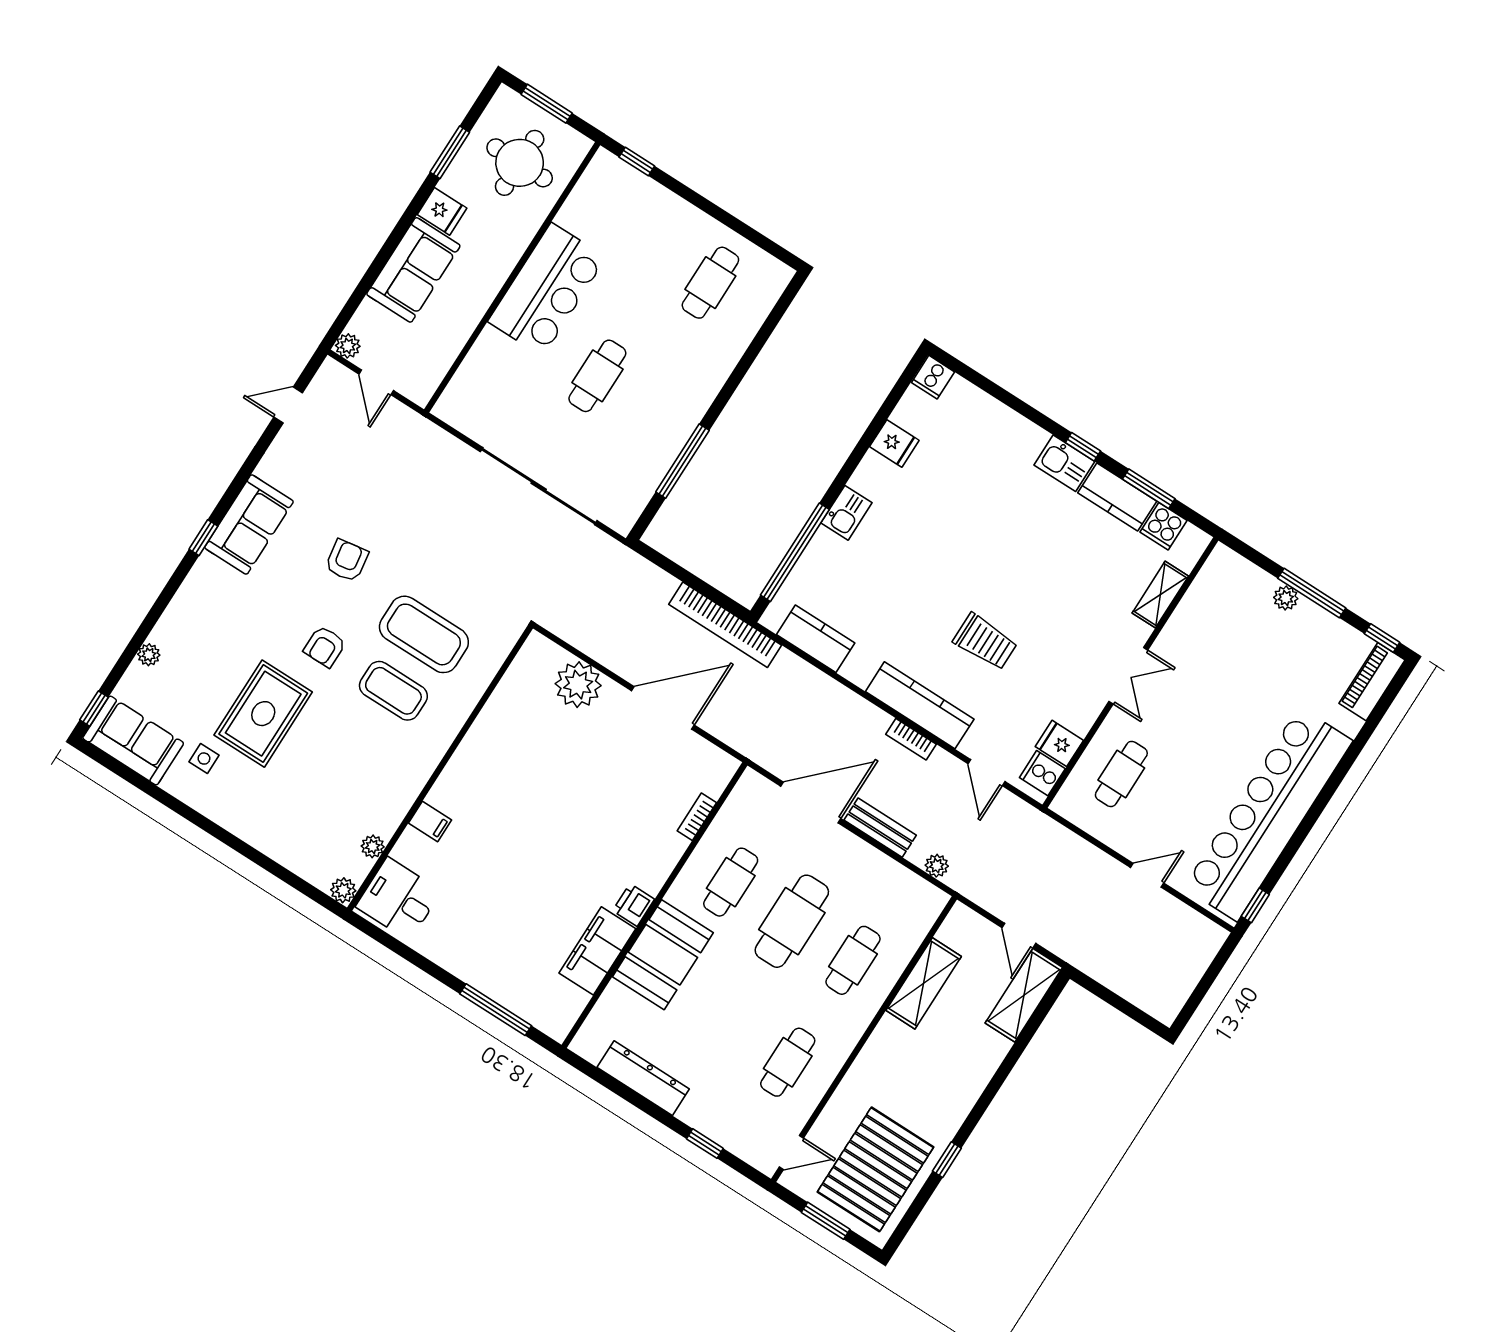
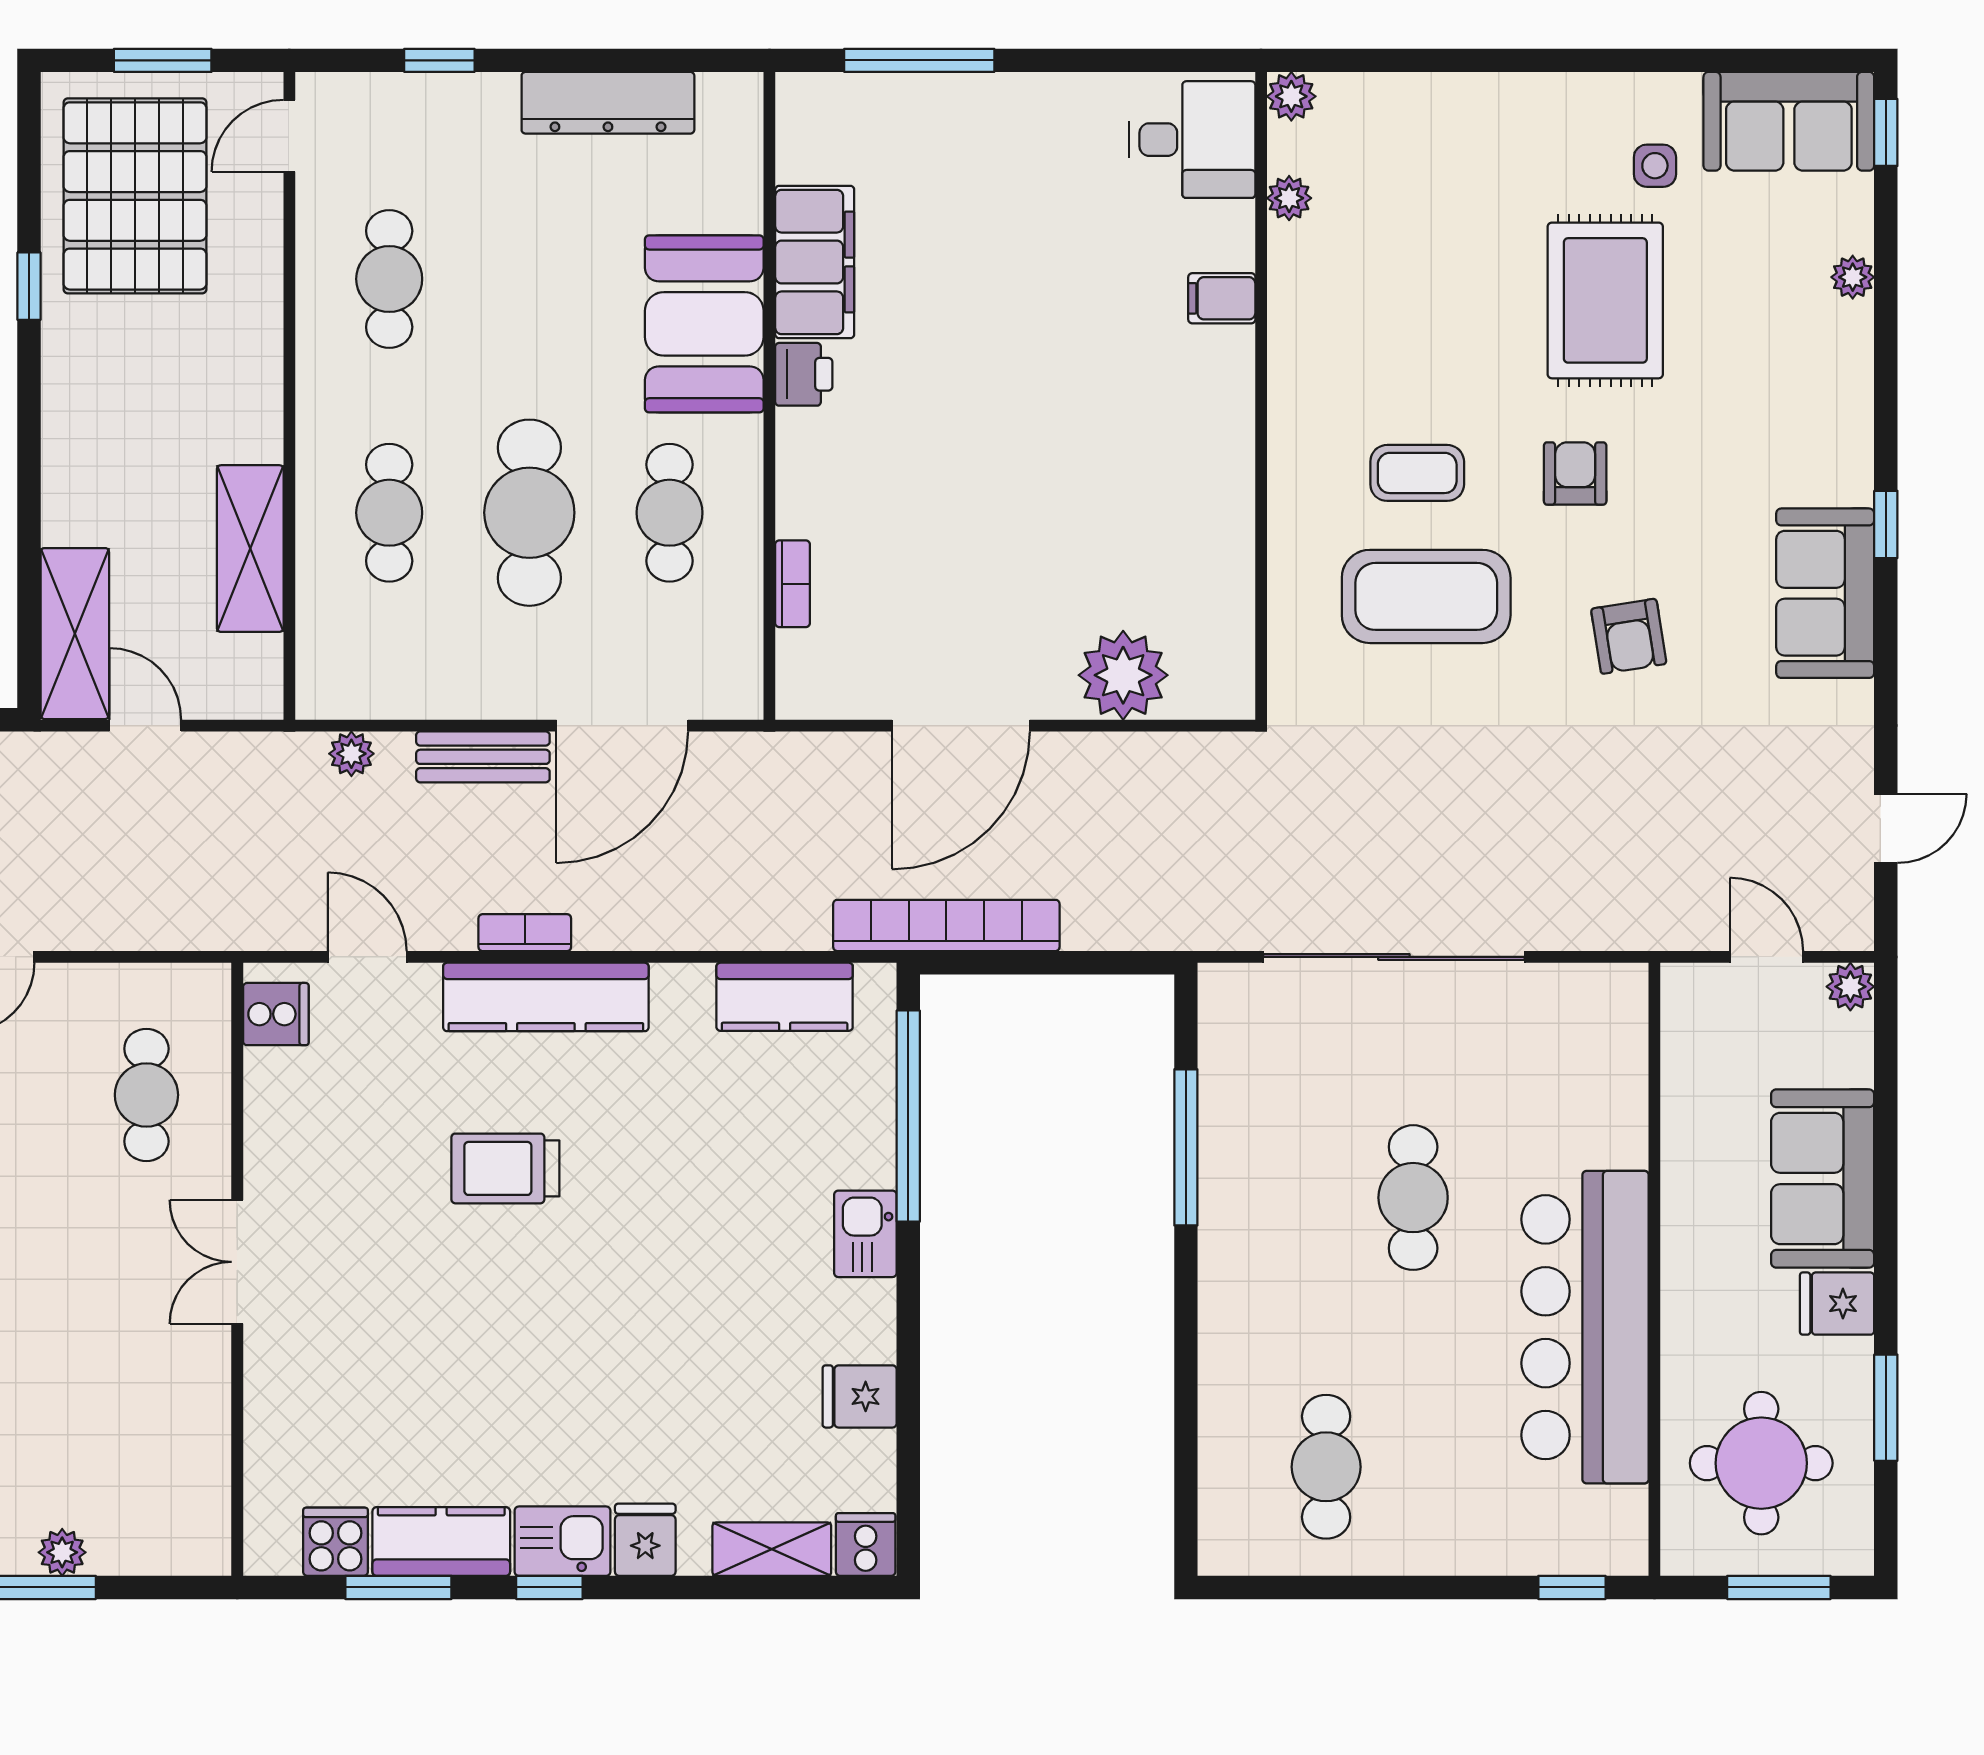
bar counter: (547, 290) -> (1585, 1327), width x1.36
shelving: (1160, 595) -> (772, 1549), moved, turned 90
coffee table: (393, 691) -> (1417, 473), width x0.73, depth x0.77
fridge: (1059, 743) -> (645, 1540), moved, turned -90

